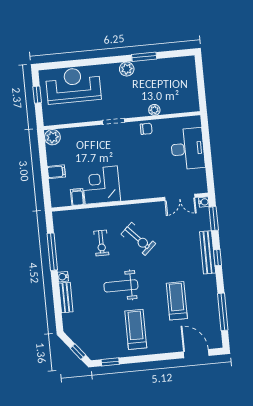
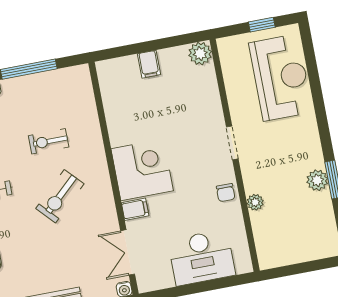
plant: (127, 69) -> (317, 180), moved
corner desk: (101, 185) -> (142, 170), moved
filing cabinet: (77, 197) -> (135, 209), moved

